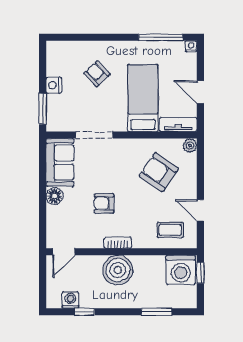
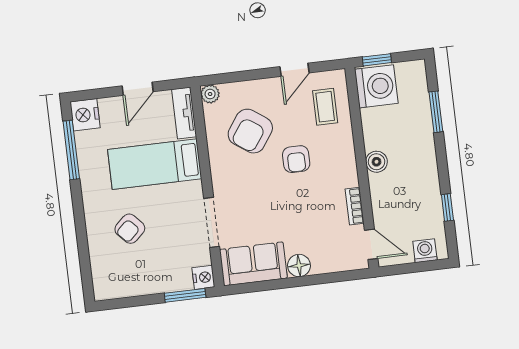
nightstand: (191, 46) -> (85, 115), width x1.89, depth x1.79
nightstand: (54, 85) -> (203, 277), moved, turned -90
armchair: (104, 203) -> (296, 159), moved
bookcase: (118, 243) -> (355, 206), moved
boiler: (118, 270) -> (376, 162), width x0.54, depth x0.54
washing machine: (70, 300) -> (425, 251), moved, turned 90

